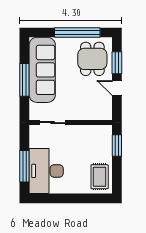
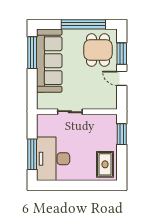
window: (24, 80) -> (32, 53), moved
sliding door: (53, 123) -> (70, 112), moved

